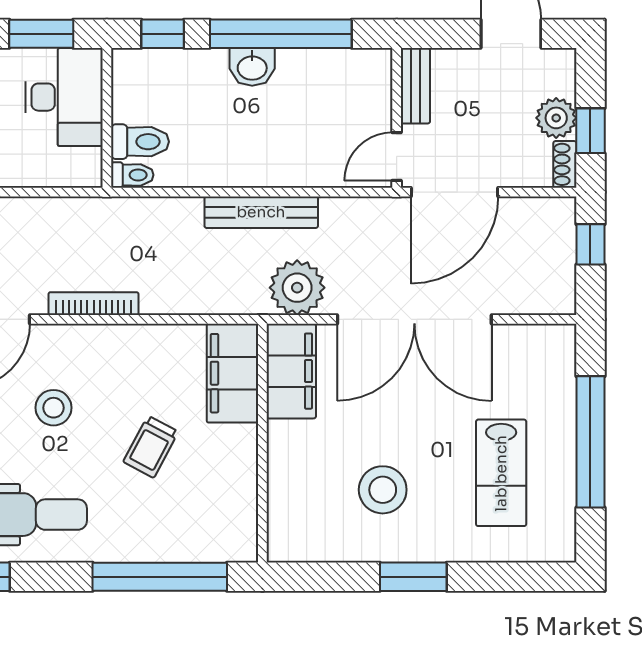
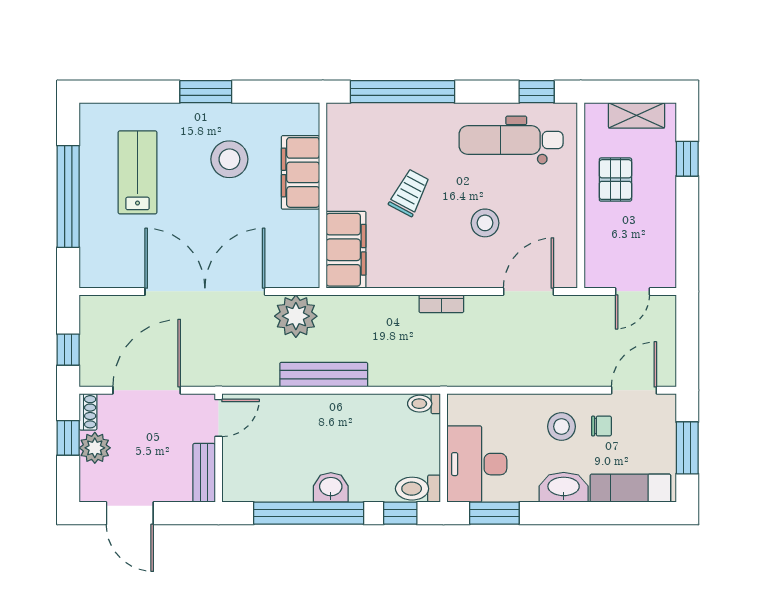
toilet: (140, 142) -> (418, 489), moved
door: (455, 192) -> (147, 390), moved
bookcase: (94, 304) -> (441, 304), width x0.64
filing cabinet: (291, 371) -> (300, 172), moved

